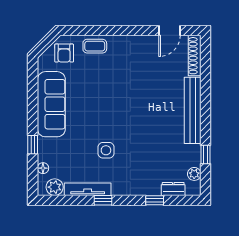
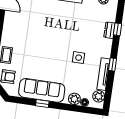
window: (33, 145) -> (42, 103), moved
plant: (46, 153) -> (74, 99), added
dresser: (173, 189) -> (109, 30), moved

